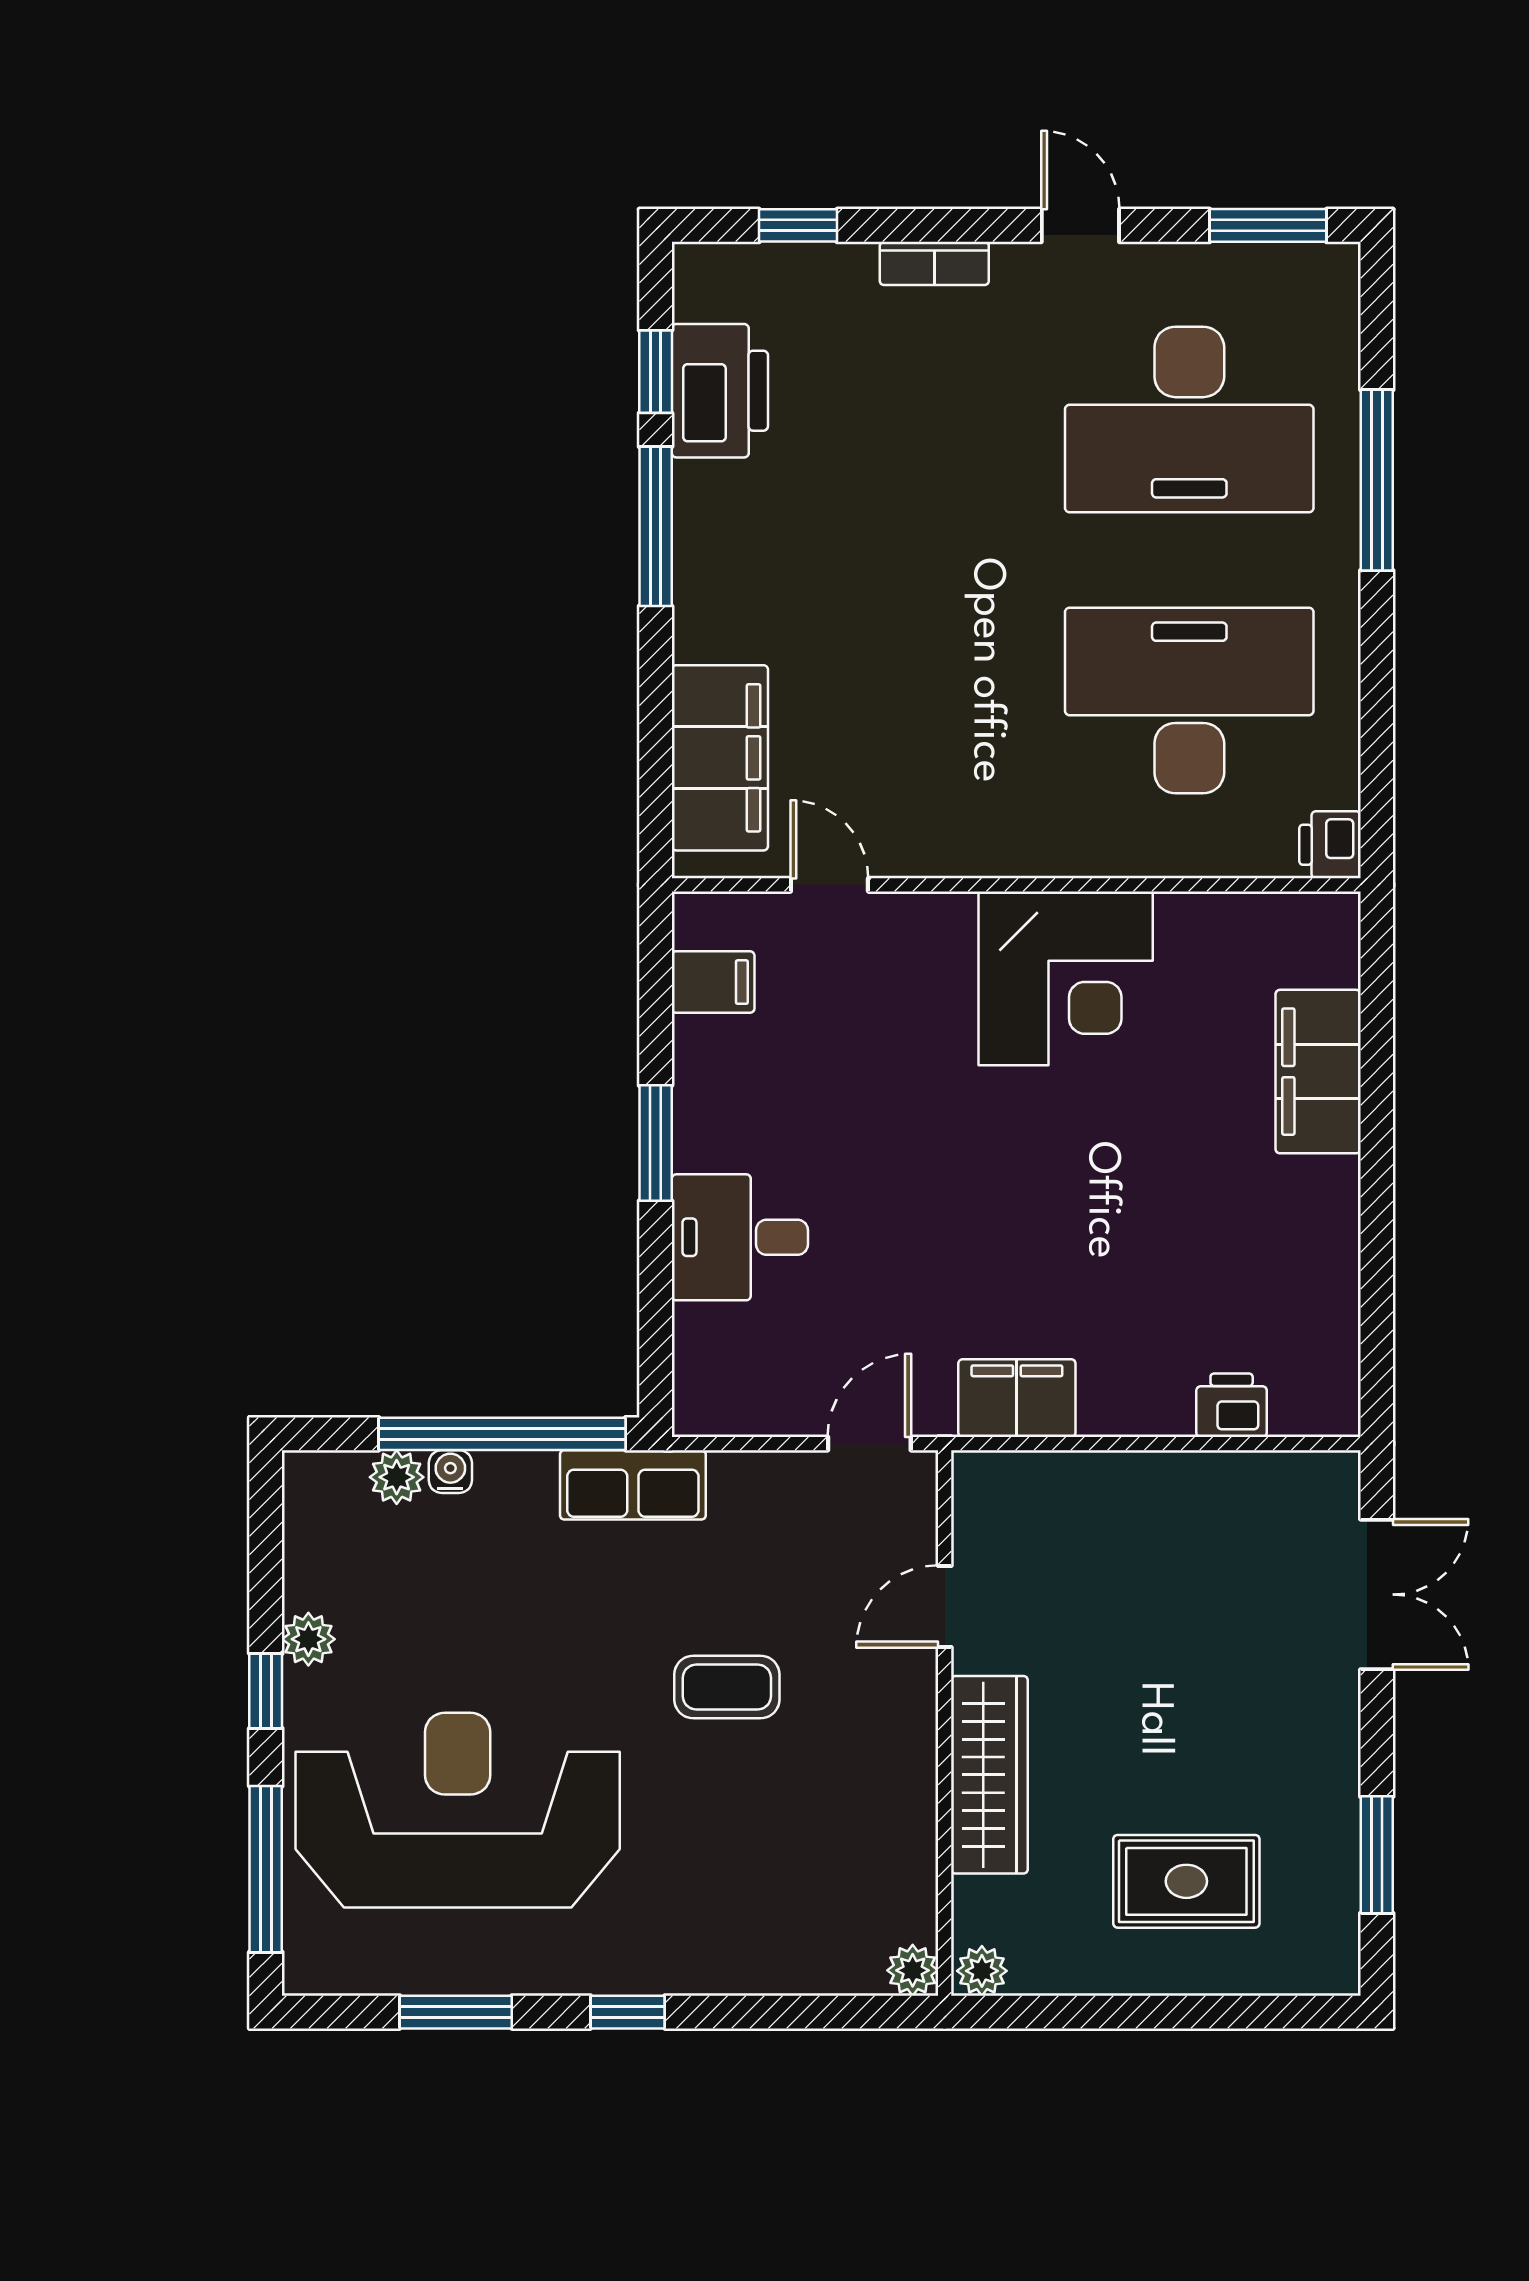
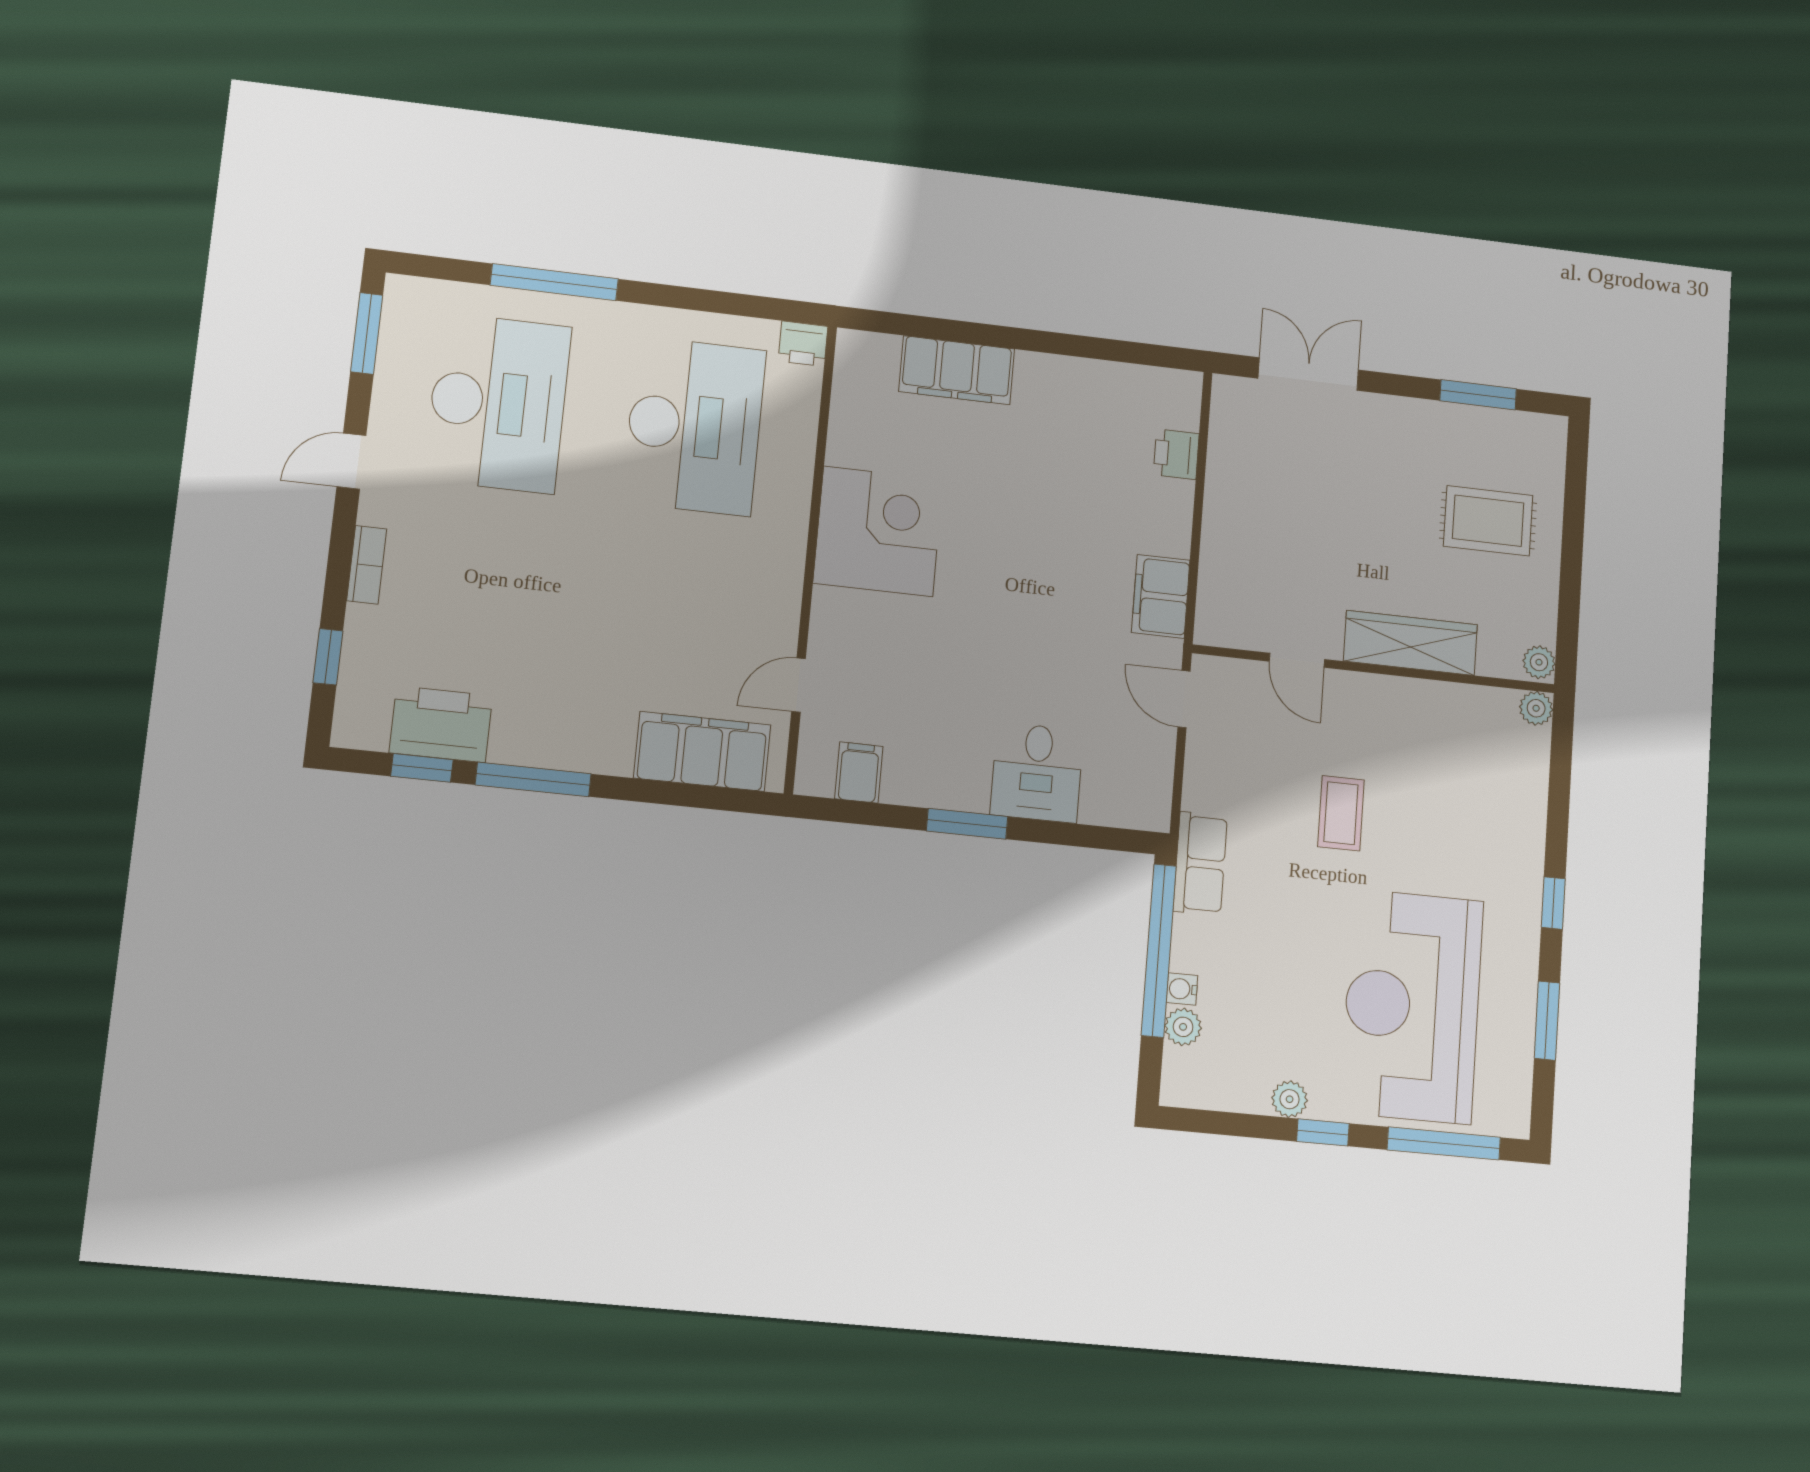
desk: (1189, 700) -> (694, 426), turned 180
rug: (1186, 1881) -> (1488, 521), turned 90

